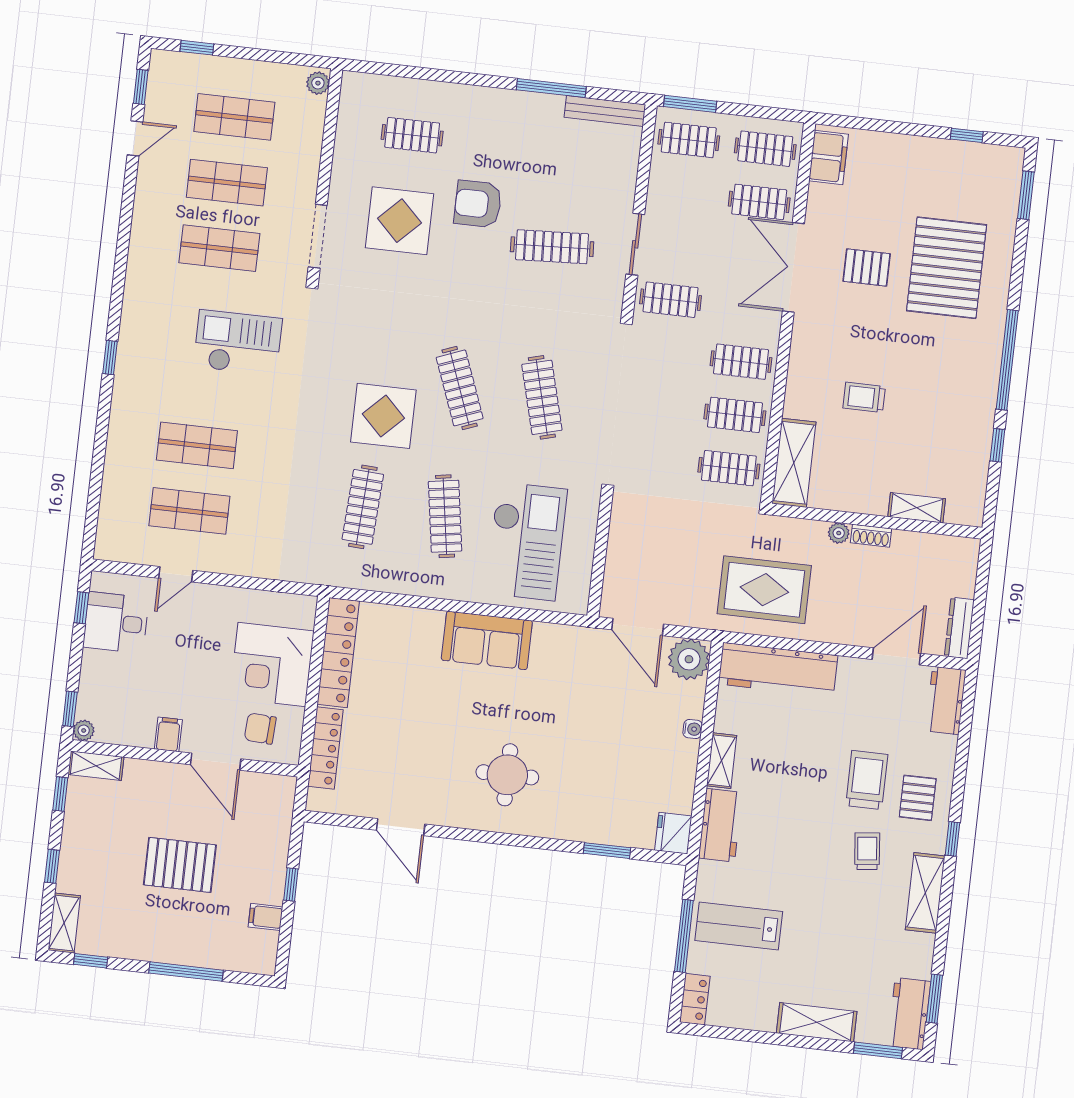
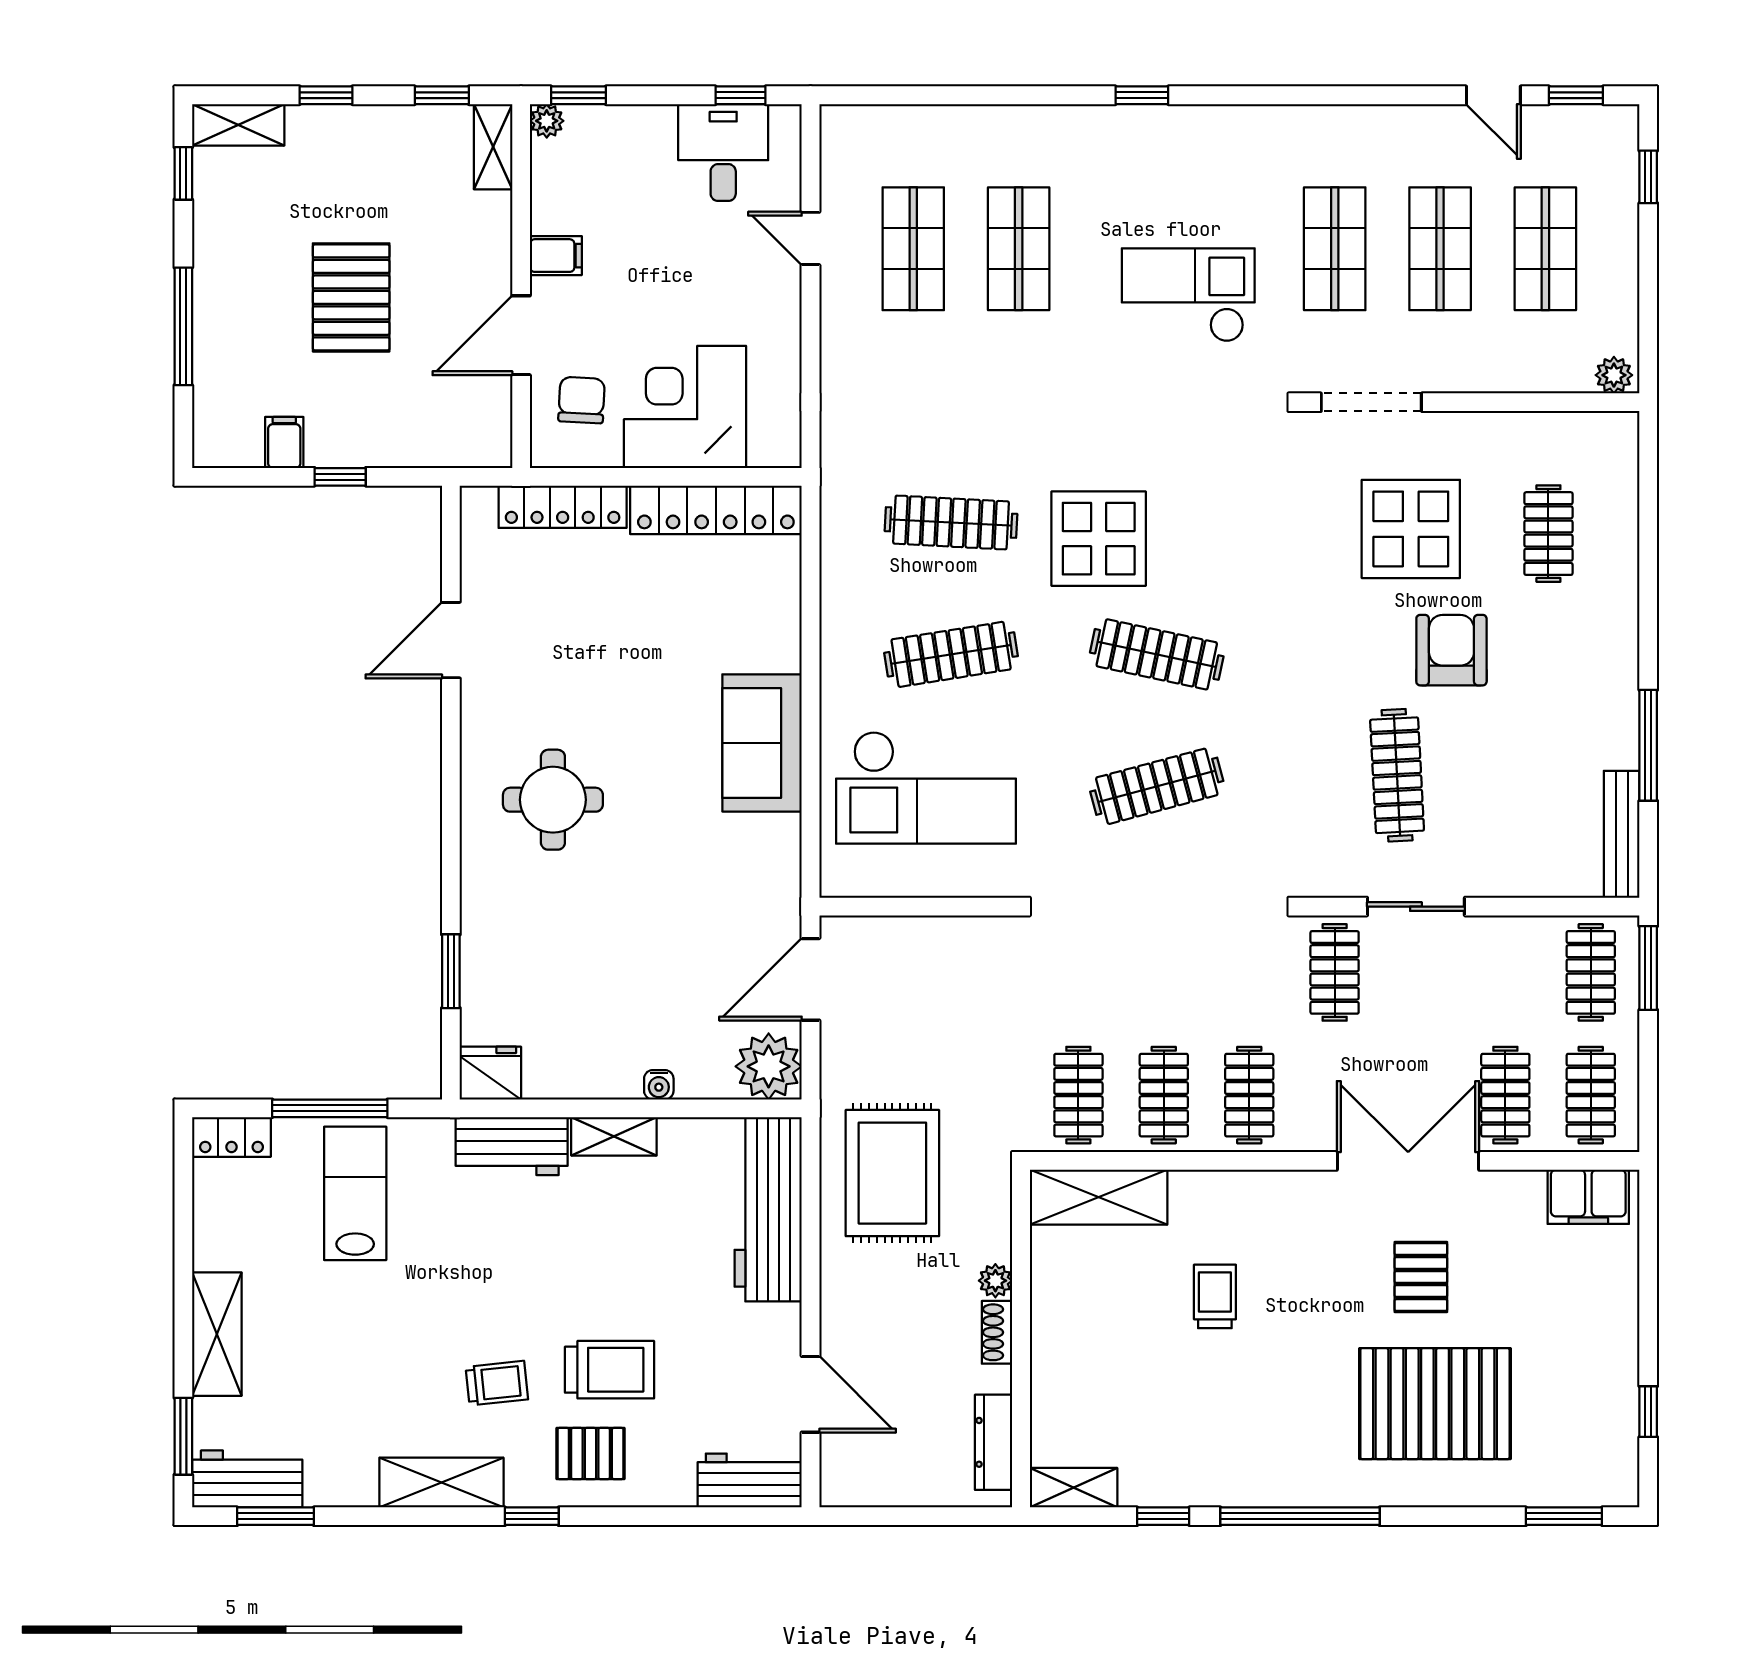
checkout: (238, 343) -> (1188, 295), turned -90
clothes rail: (460, 388) -> (1157, 654), turned 33
shelving: (917, 508) -> (1074, 1488), moved, turned 90
dresser: (959, 628) -> (994, 1442), moved, turned -90

